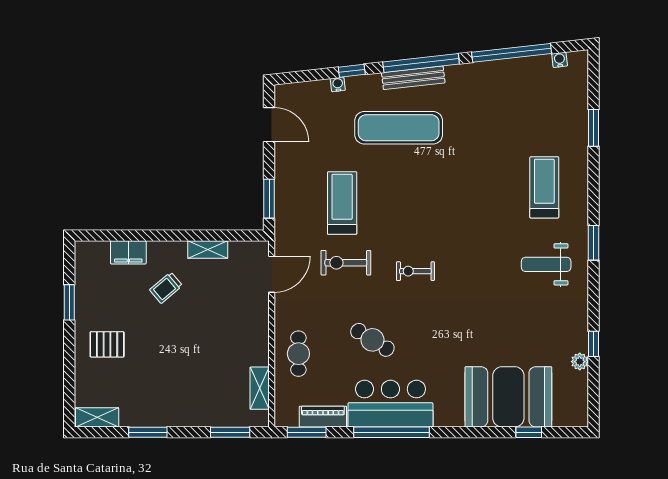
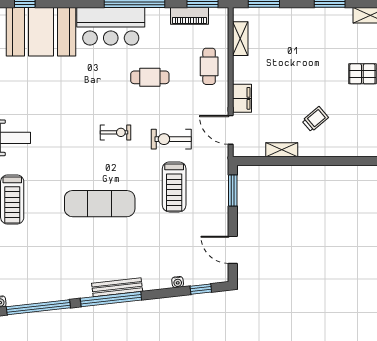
window: (352, 71) -> (201, 289), moved
exercise mat: (399, 128) -> (100, 204), moved
filing cabinet: (128, 252) -> (242, 98), moved, turned 90
exercise bike: (346, 263) -> (171, 139), turned 180
door: (272, 274) -> (231, 130), hinge flipped
cafe table: (372, 340) -> (150, 77), turned -32
bar counter: (390, 404) -> (111, 26), moved

